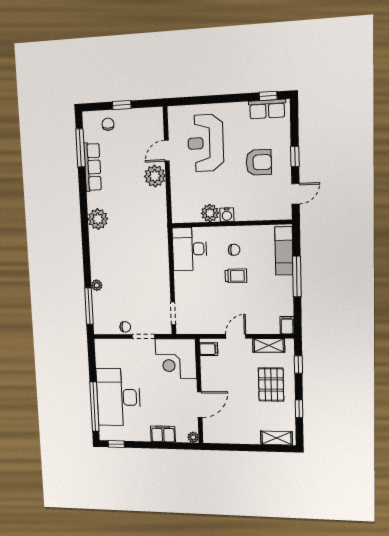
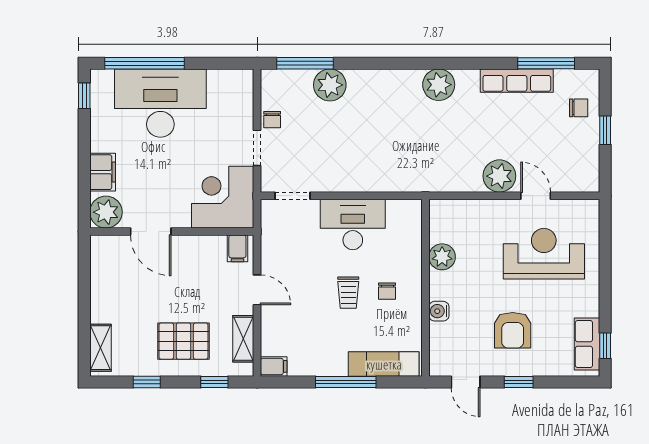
water cooler: (227, 215) -> (439, 311), moved
desk: (190, 249) -> (353, 224), moved
plant: (97, 285) -> (330, 85), width x1.88, depth x1.88
plant: (193, 437) -> (106, 212), width x1.88, depth x1.88

